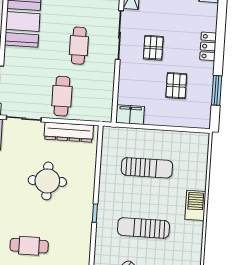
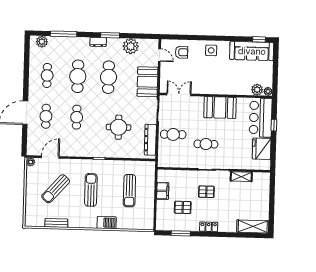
filing cabinet: (130, 115) -> (163, 191), moved

